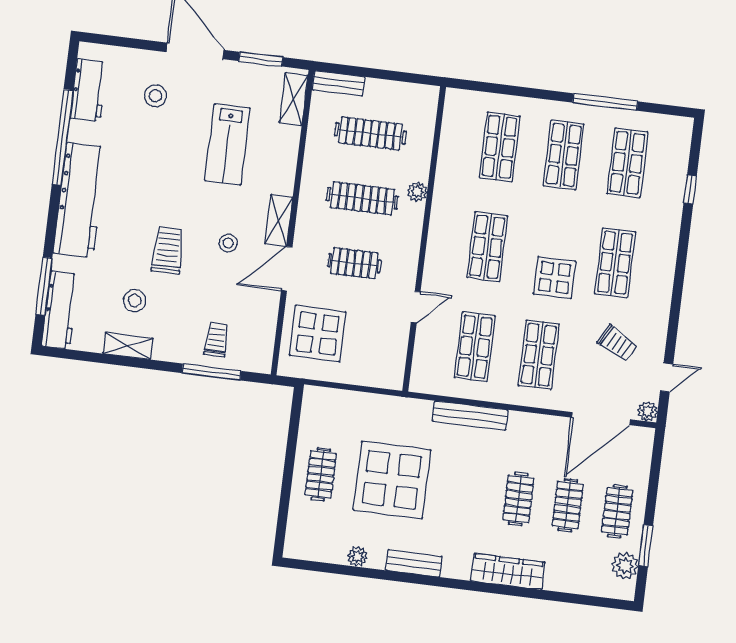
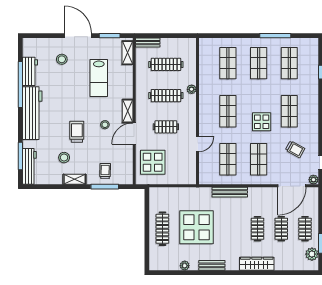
workbench: (89, 90) -> (30, 71), moved
shelving: (128, 346) -> (75, 179), moved
clothes rail: (321, 474) -> (162, 229), width x1.36

